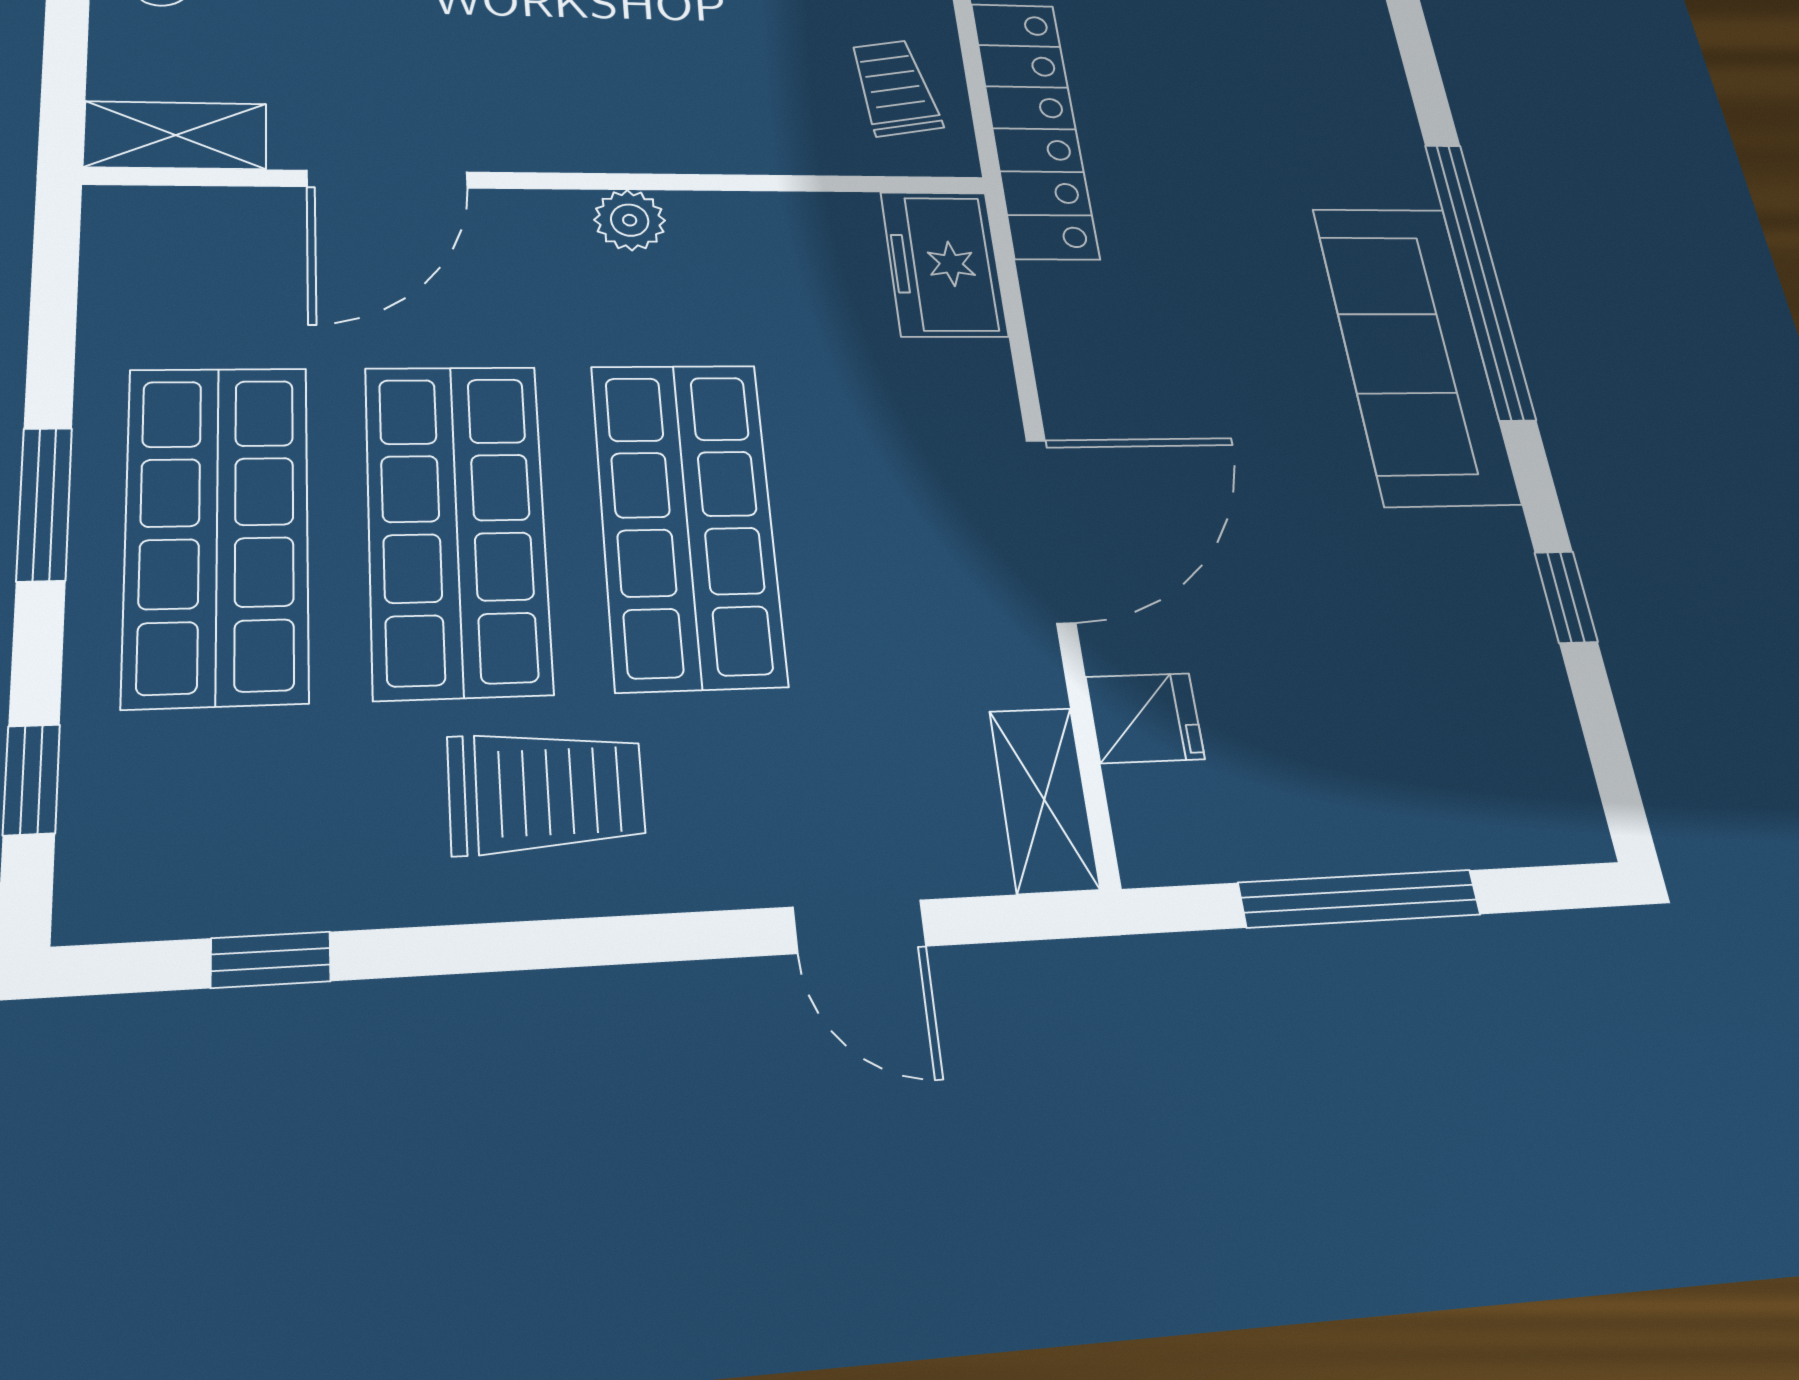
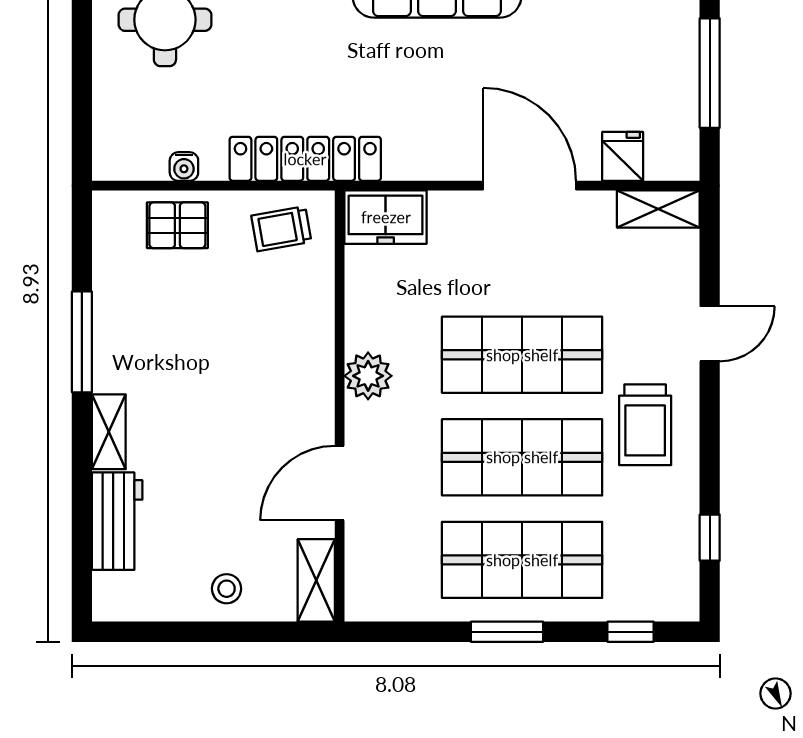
door: (387, 179) -> (340, 483), swing flipped
plant: (630, 220) -> (368, 376), width x1.38, depth x1.38
trolley: (546, 792) -> (645, 425), turned 180
door: (860, 927) -> (710, 334), moved

